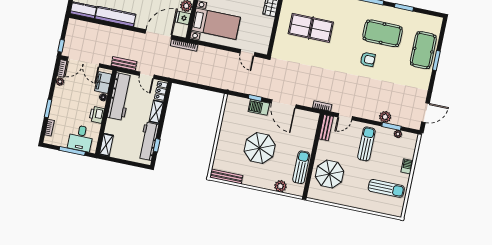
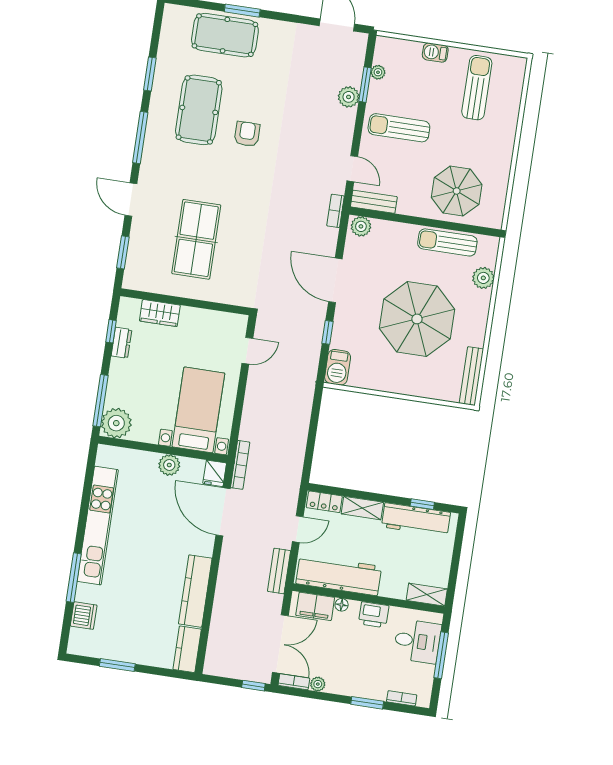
fridge: (183, 18) -> (215, 473), moved
door: (284, 104) -> (335, 280), swing flipped
barbecue: (259, 107) -> (338, 367), moved
plant: (313, 120) -> (361, 226), added
parasol: (260, 148) -> (417, 319), width x1.36, depth x1.36

